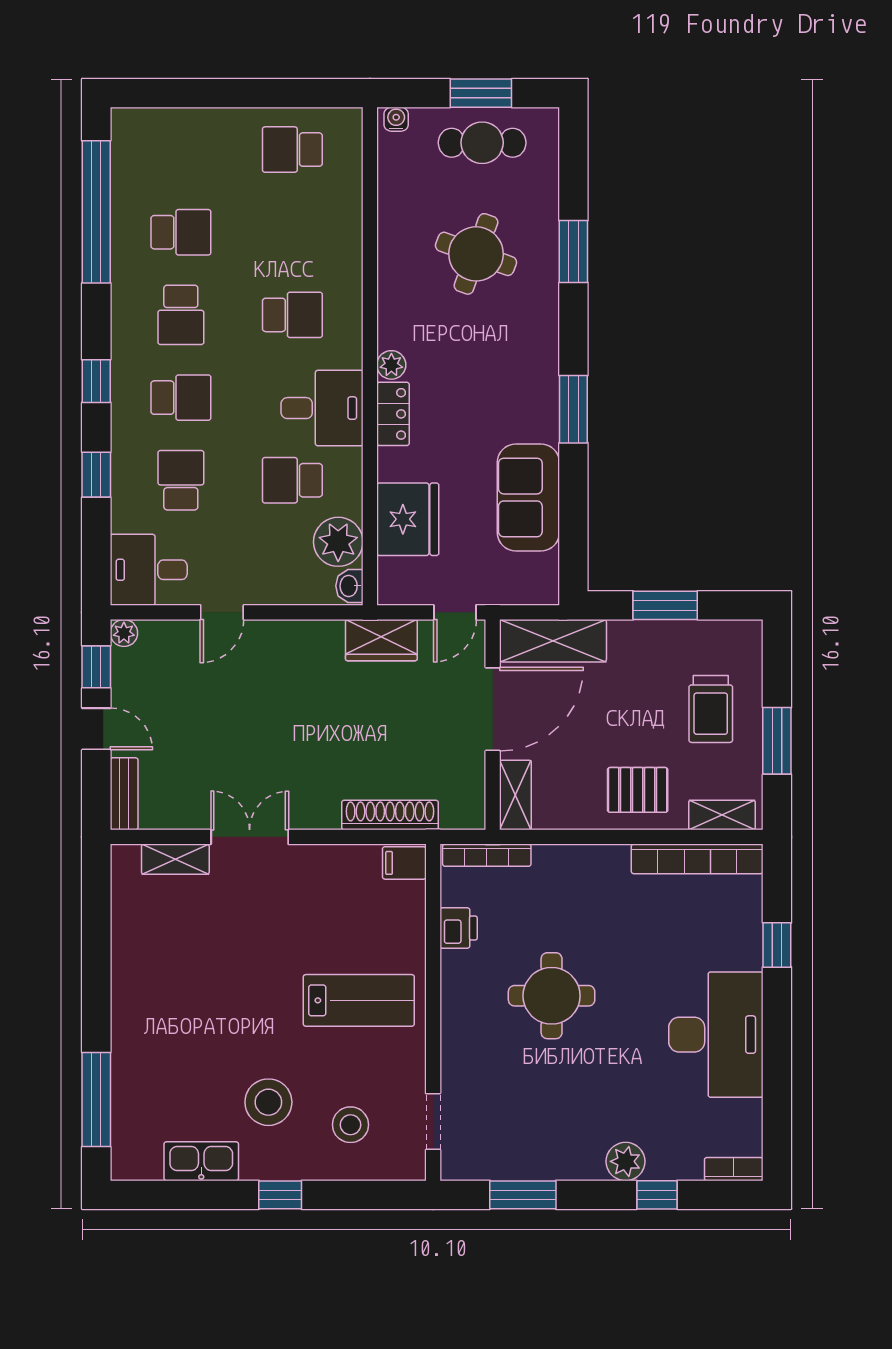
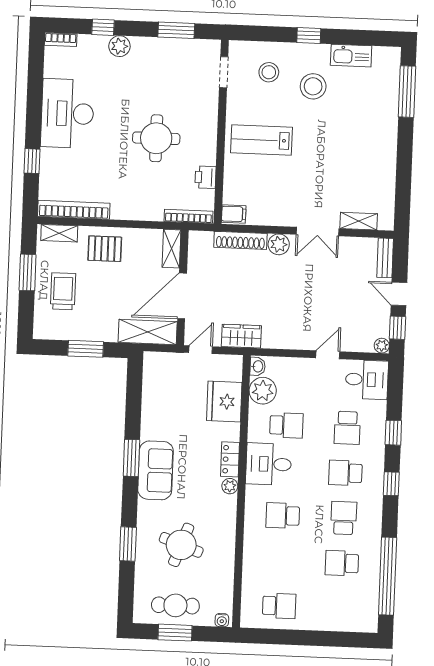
sofa: (528, 497) -> (156, 470), moved
plant: (320, 811) -> (279, 244), added

